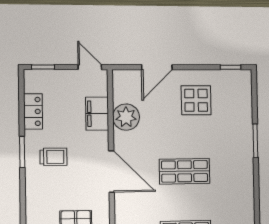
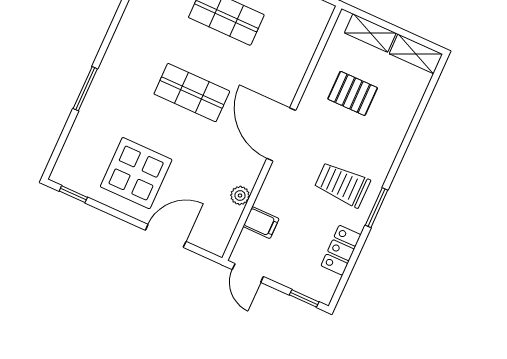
display table: (196, 100) -> (136, 173), width x1.36, depth x1.36
filing cabinet: (97, 114) -> (261, 223), width x0.50
plant: (126, 117) -> (240, 196), width x0.53, depth x0.53
trolley: (53, 157) -> (342, 184), width x1.36, depth x1.39

